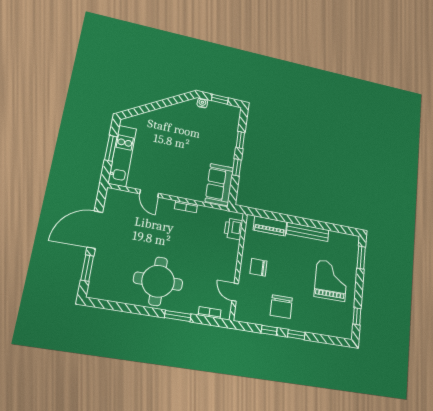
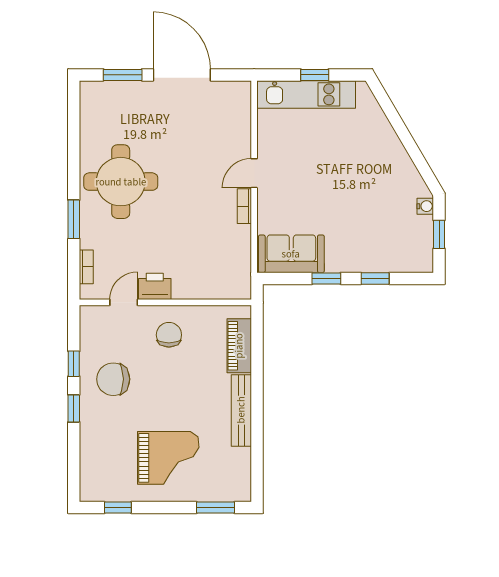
window: (111, 148) -> (315, 75), width x0.67
door: (149, 193) -> (254, 173), moved
printer: (233, 229) -> (155, 286), moved

